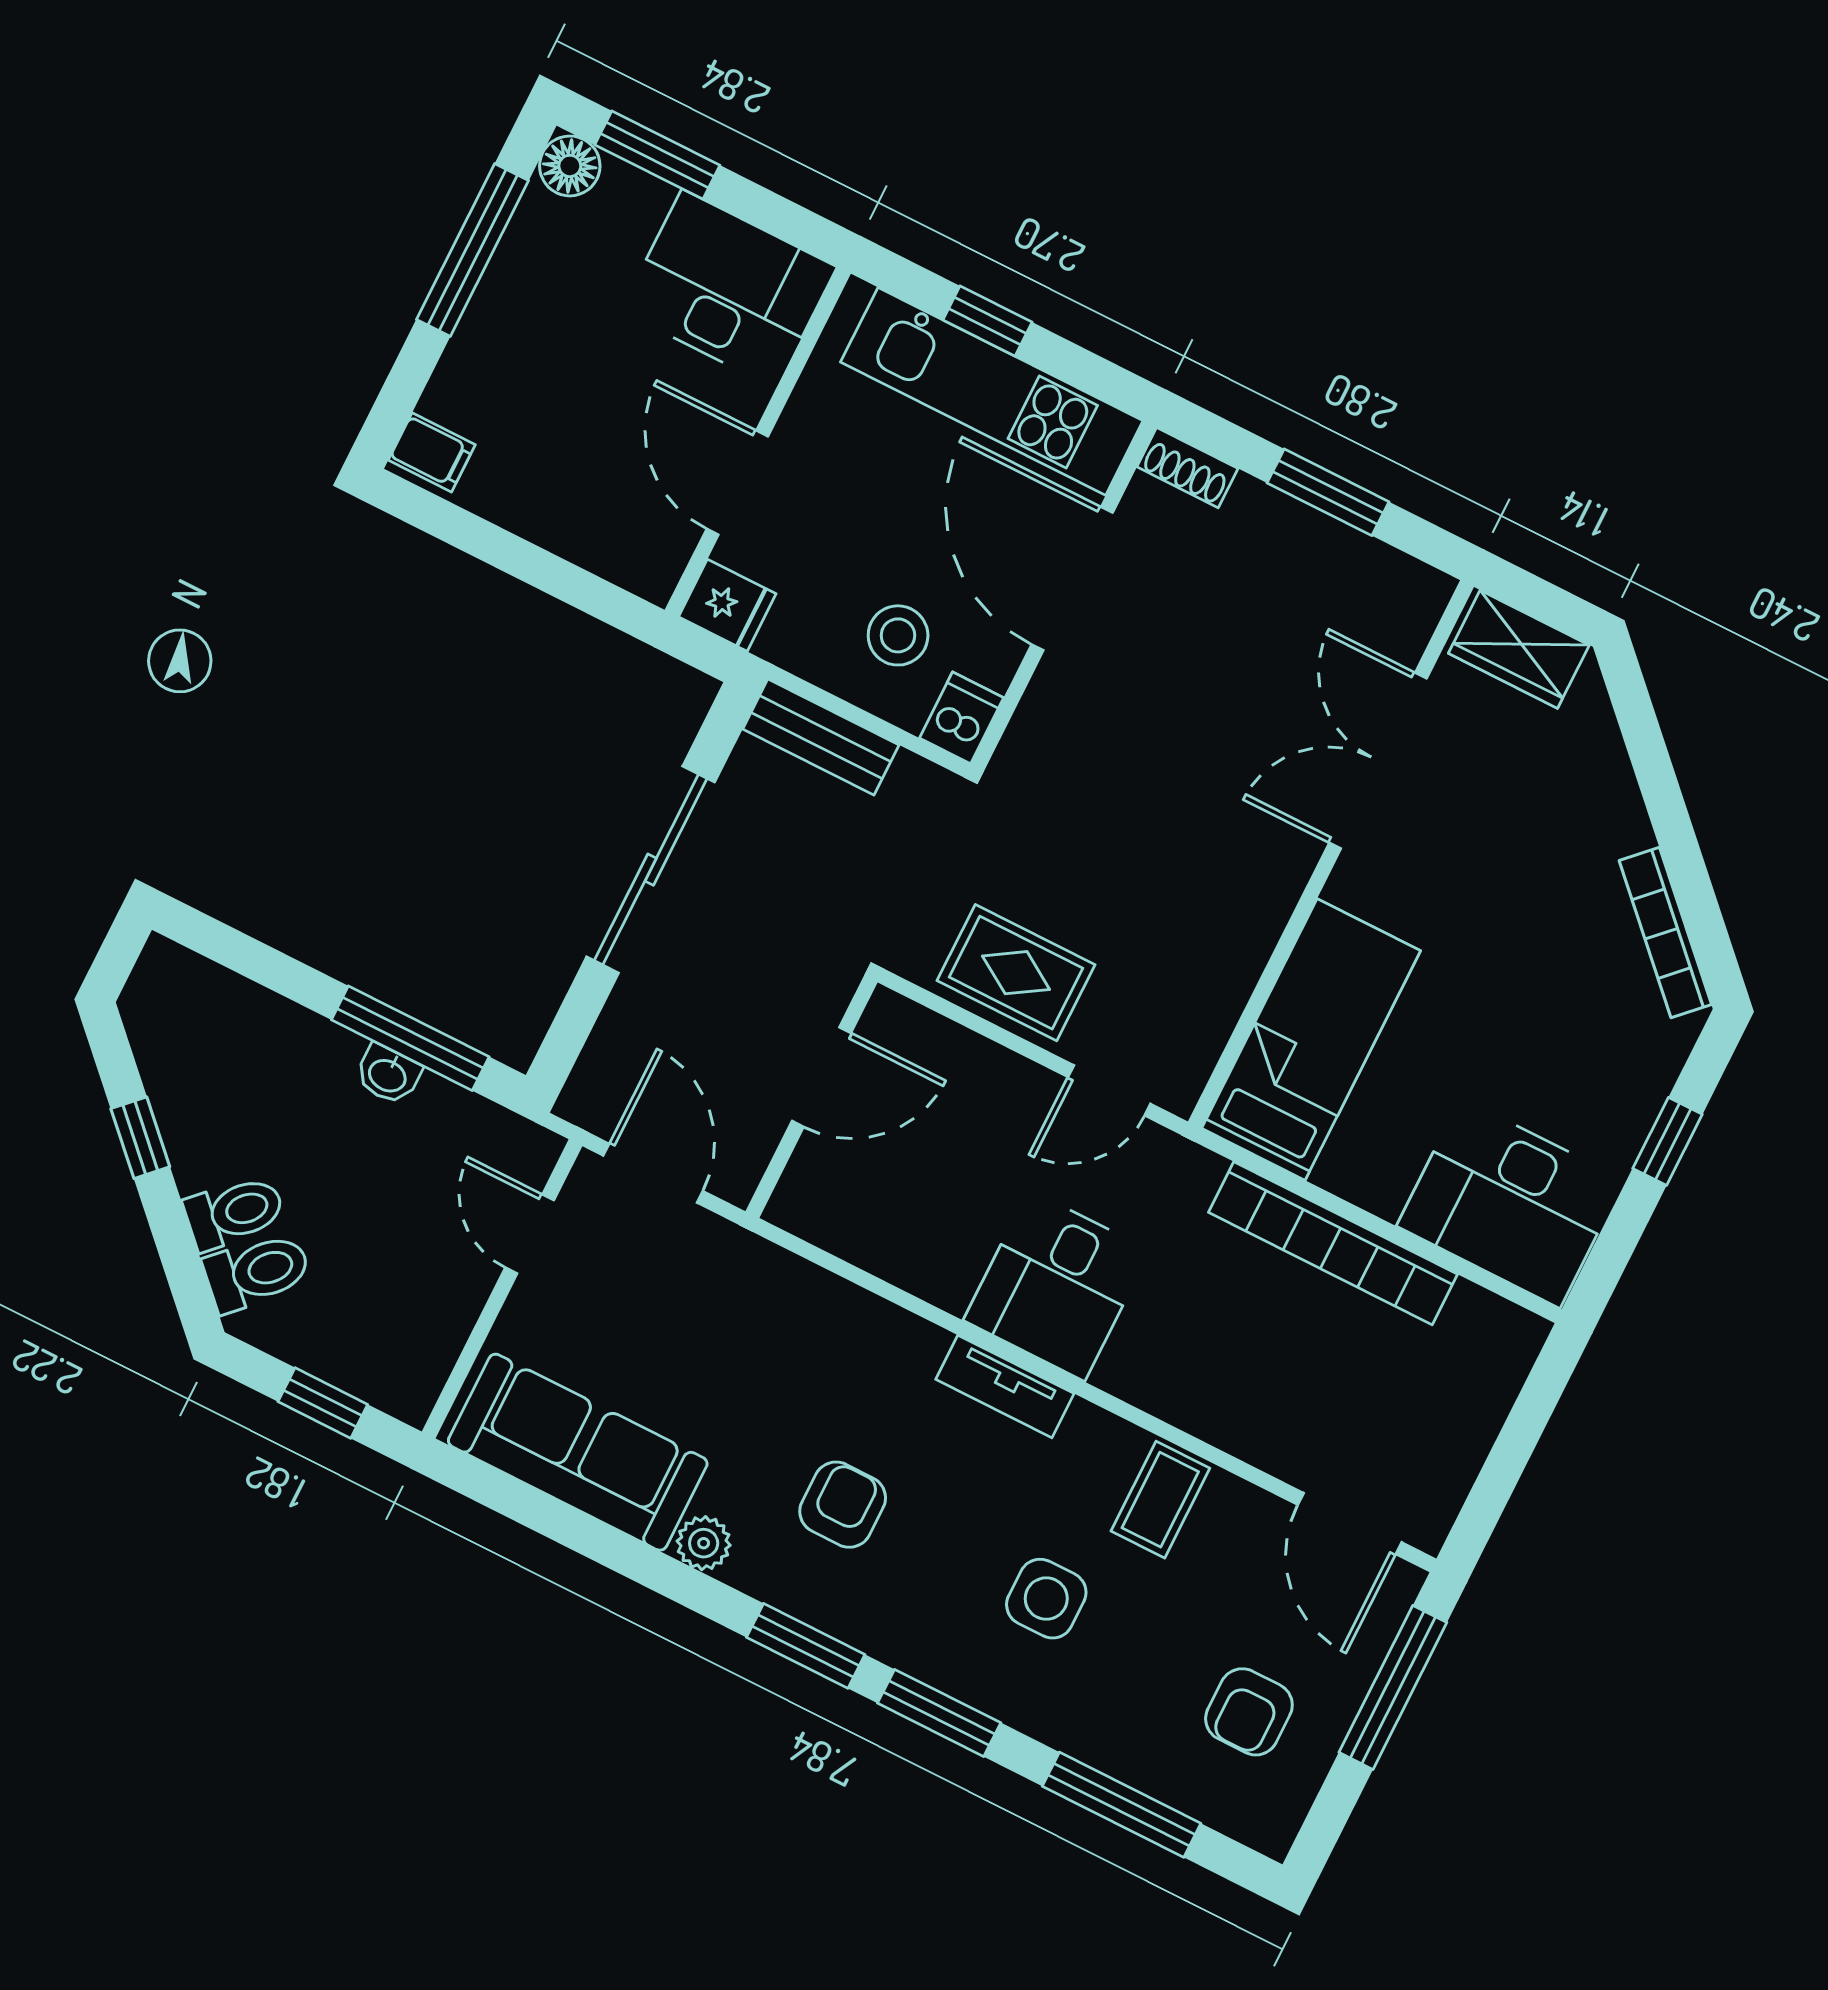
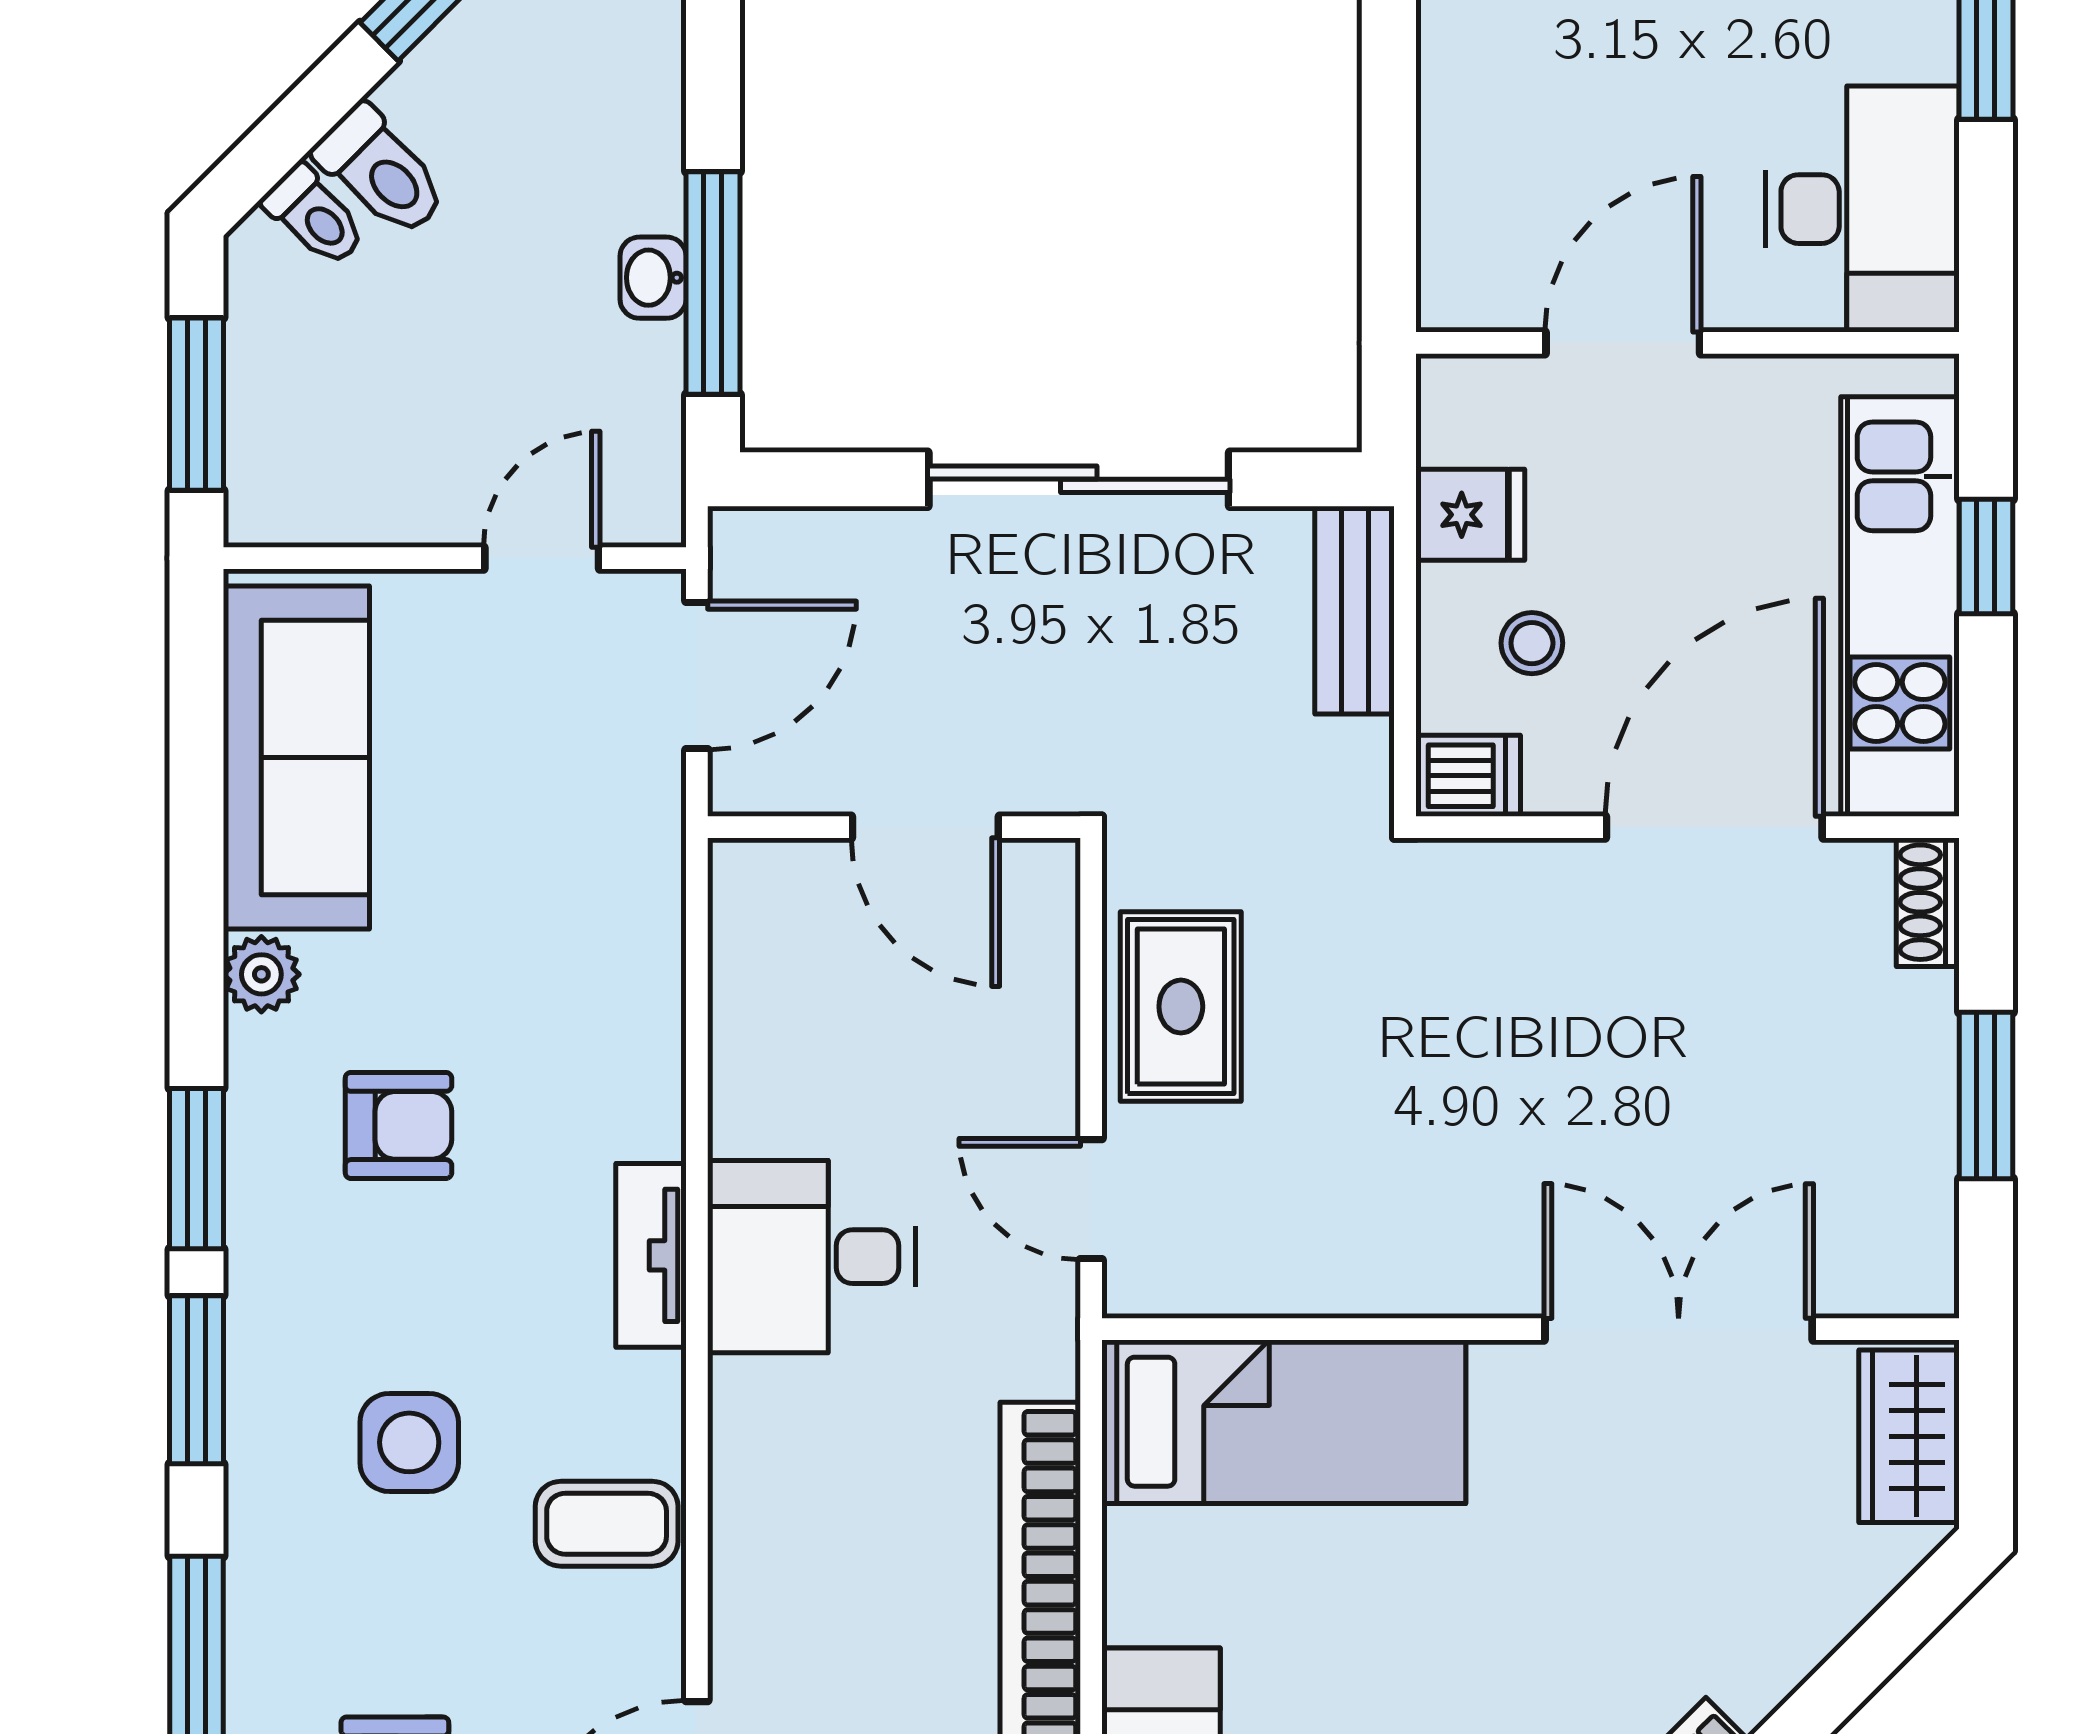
fridge: (727, 605) -> (1470, 515), moved, turned -90
stool: (898, 635) -> (1532, 643), width x0.73, depth x0.73
toilet: (257, 1272) -> (315, 216), width x0.73, depth x0.72
window: (323, 1403) -> (197, 404), width x1.50

